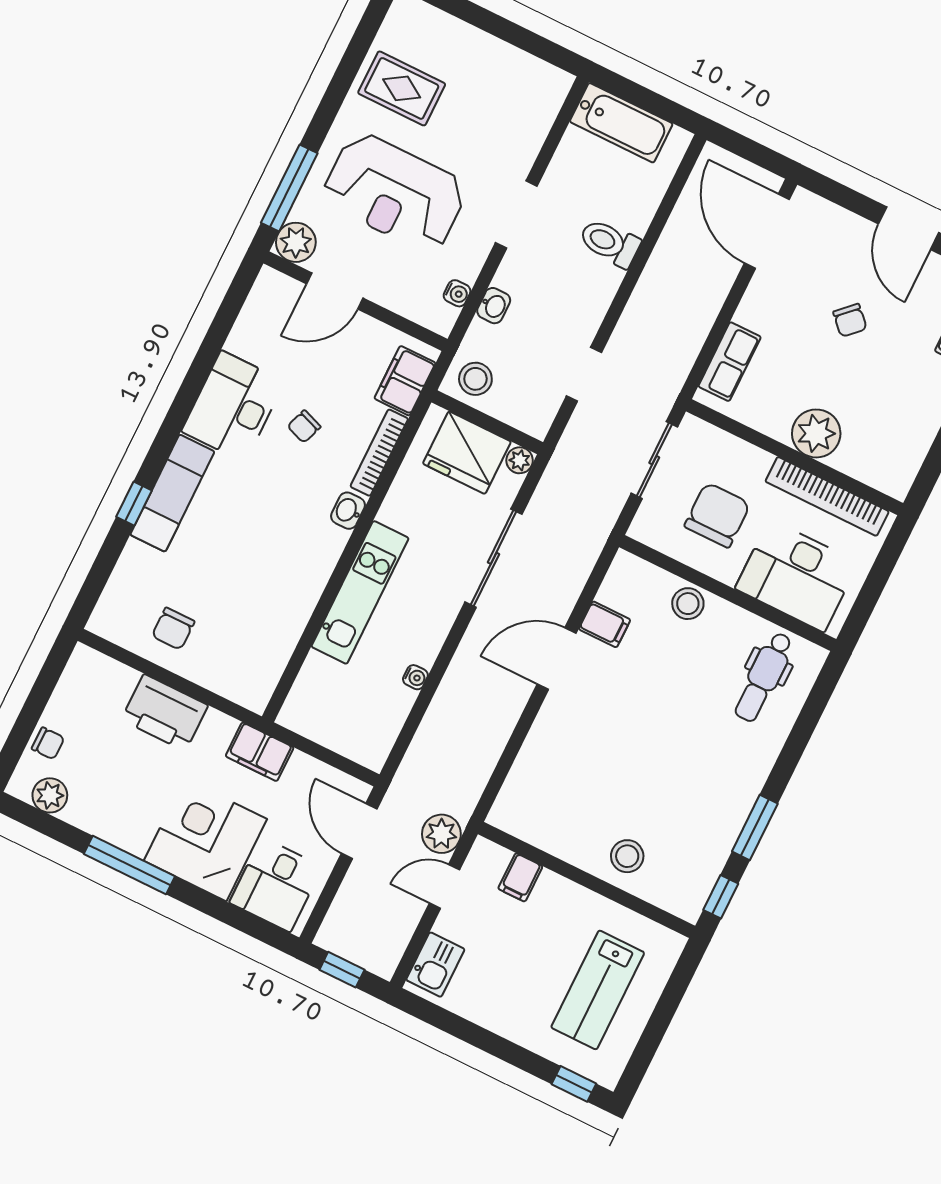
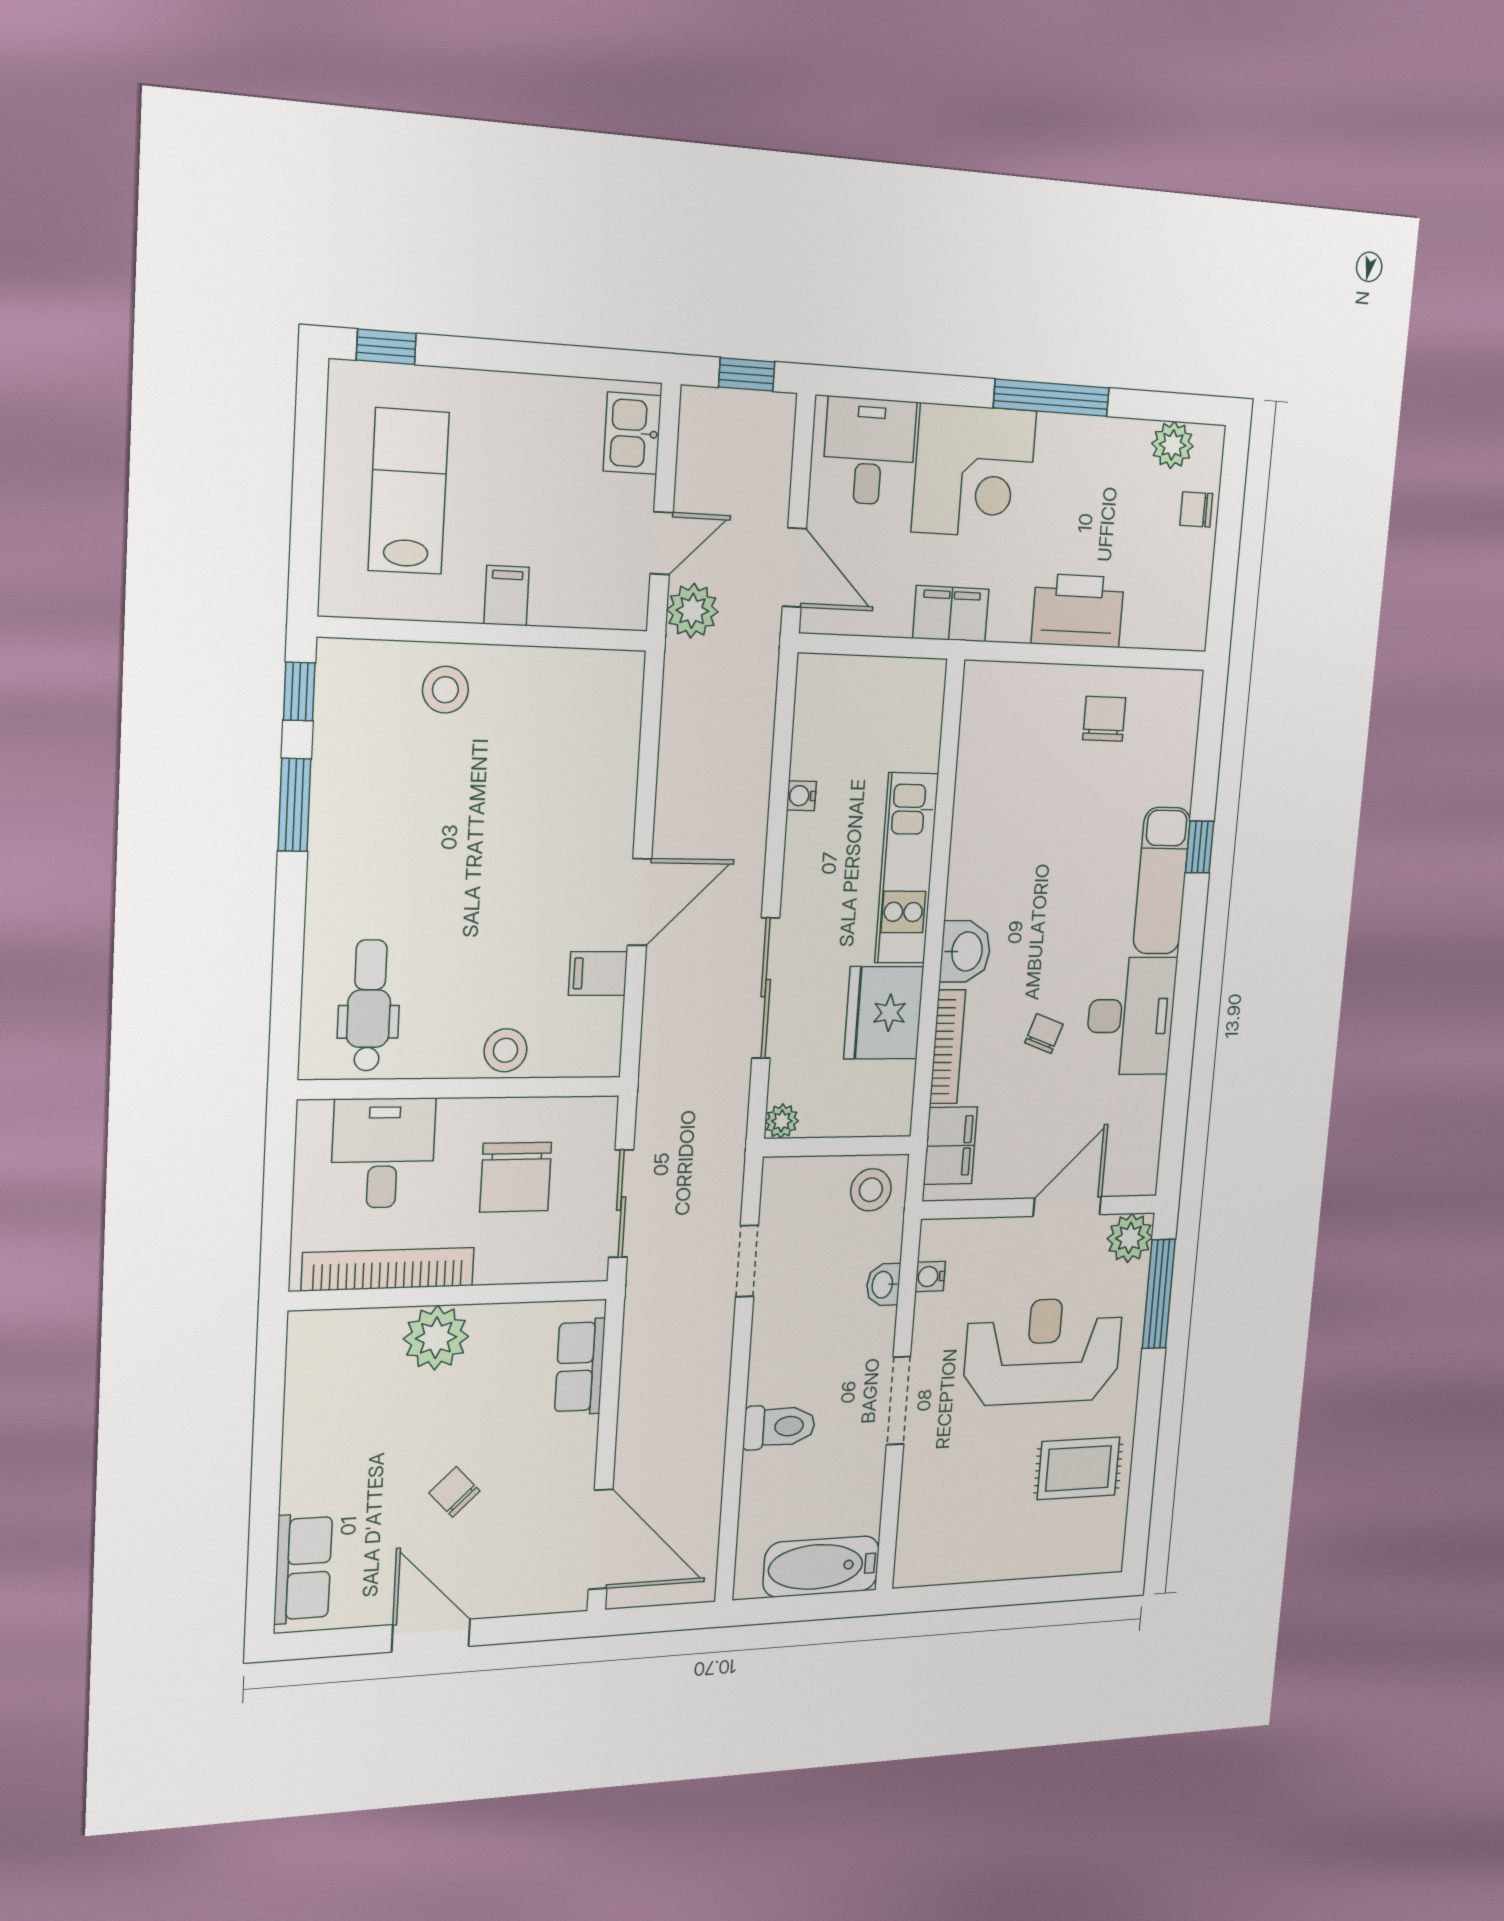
fridge: (467, 453) -> (884, 1013), moved, turned -90
washbasin: (348, 511) -> (966, 951), width x1.38, depth x1.45
desk: (797, 576) -> (383, 1153), width x0.73
filing cabinet: (520, 877) -> (507, 596), moved

